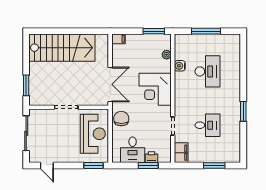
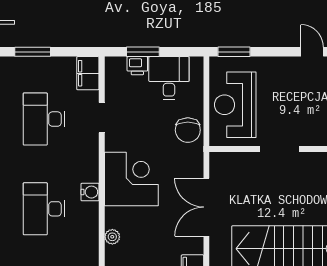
water cooler: (180, 66) -> (90, 192), moved
double door: (110, 84) -> (206, 207), moved
desk: (207, 125) -> (44, 119), width x1.37

